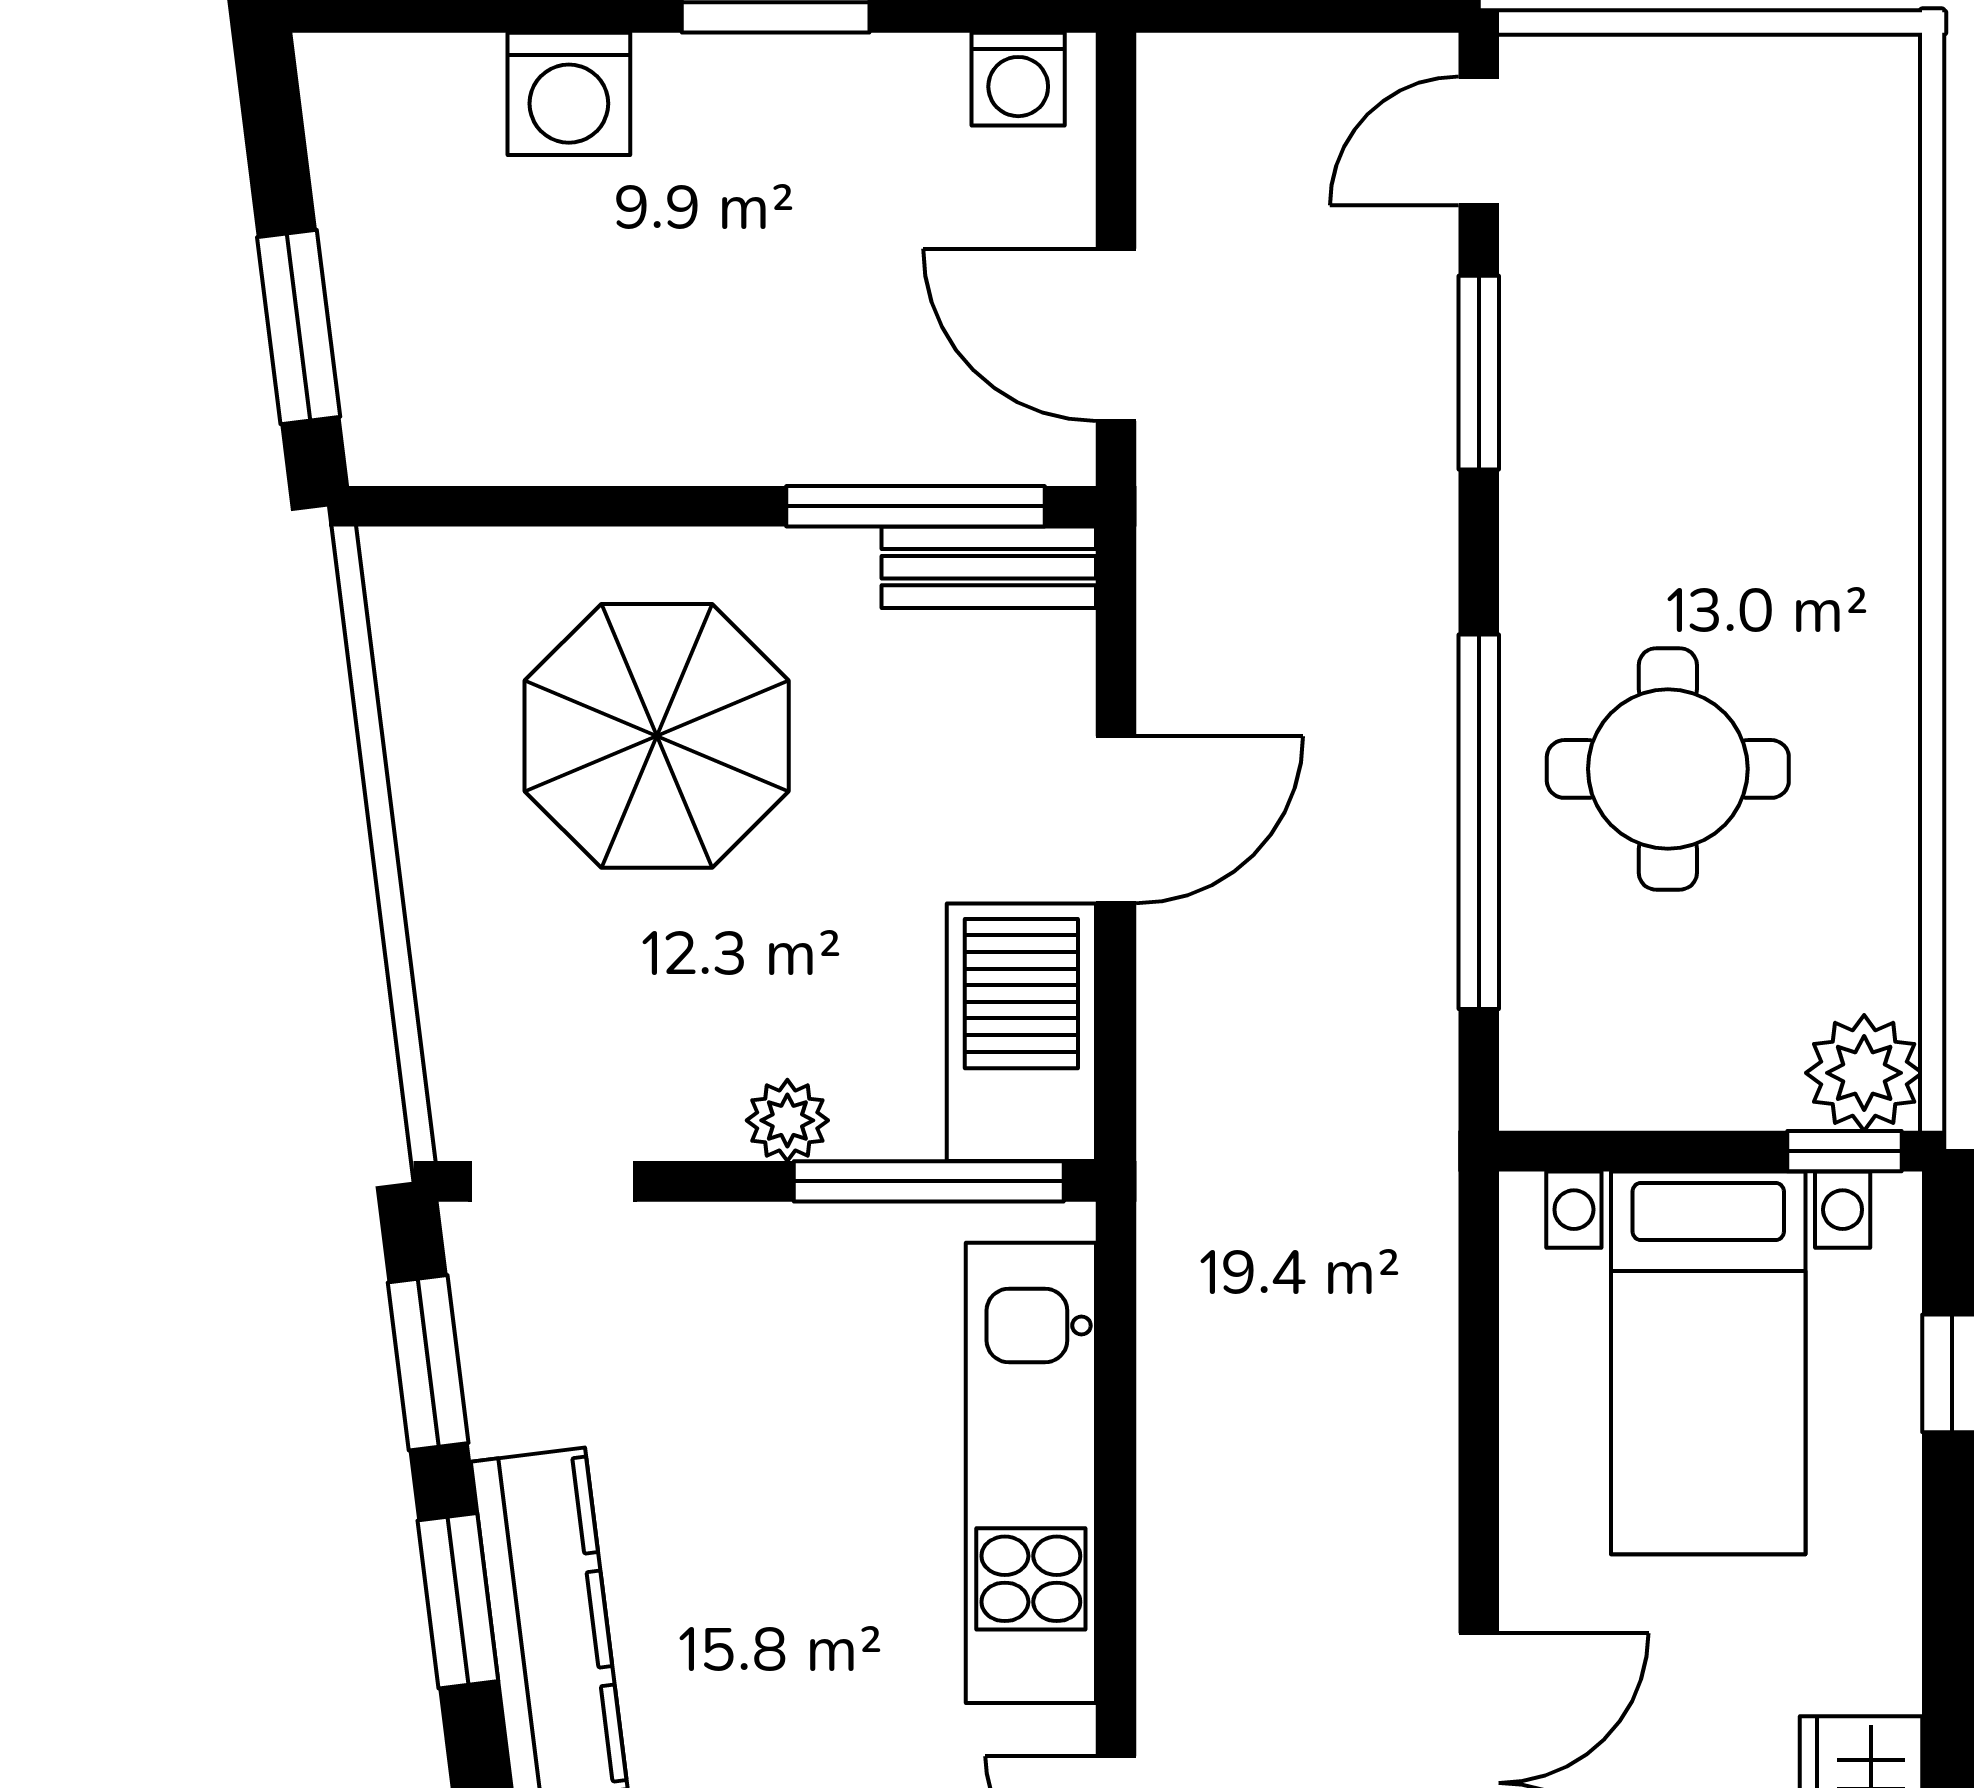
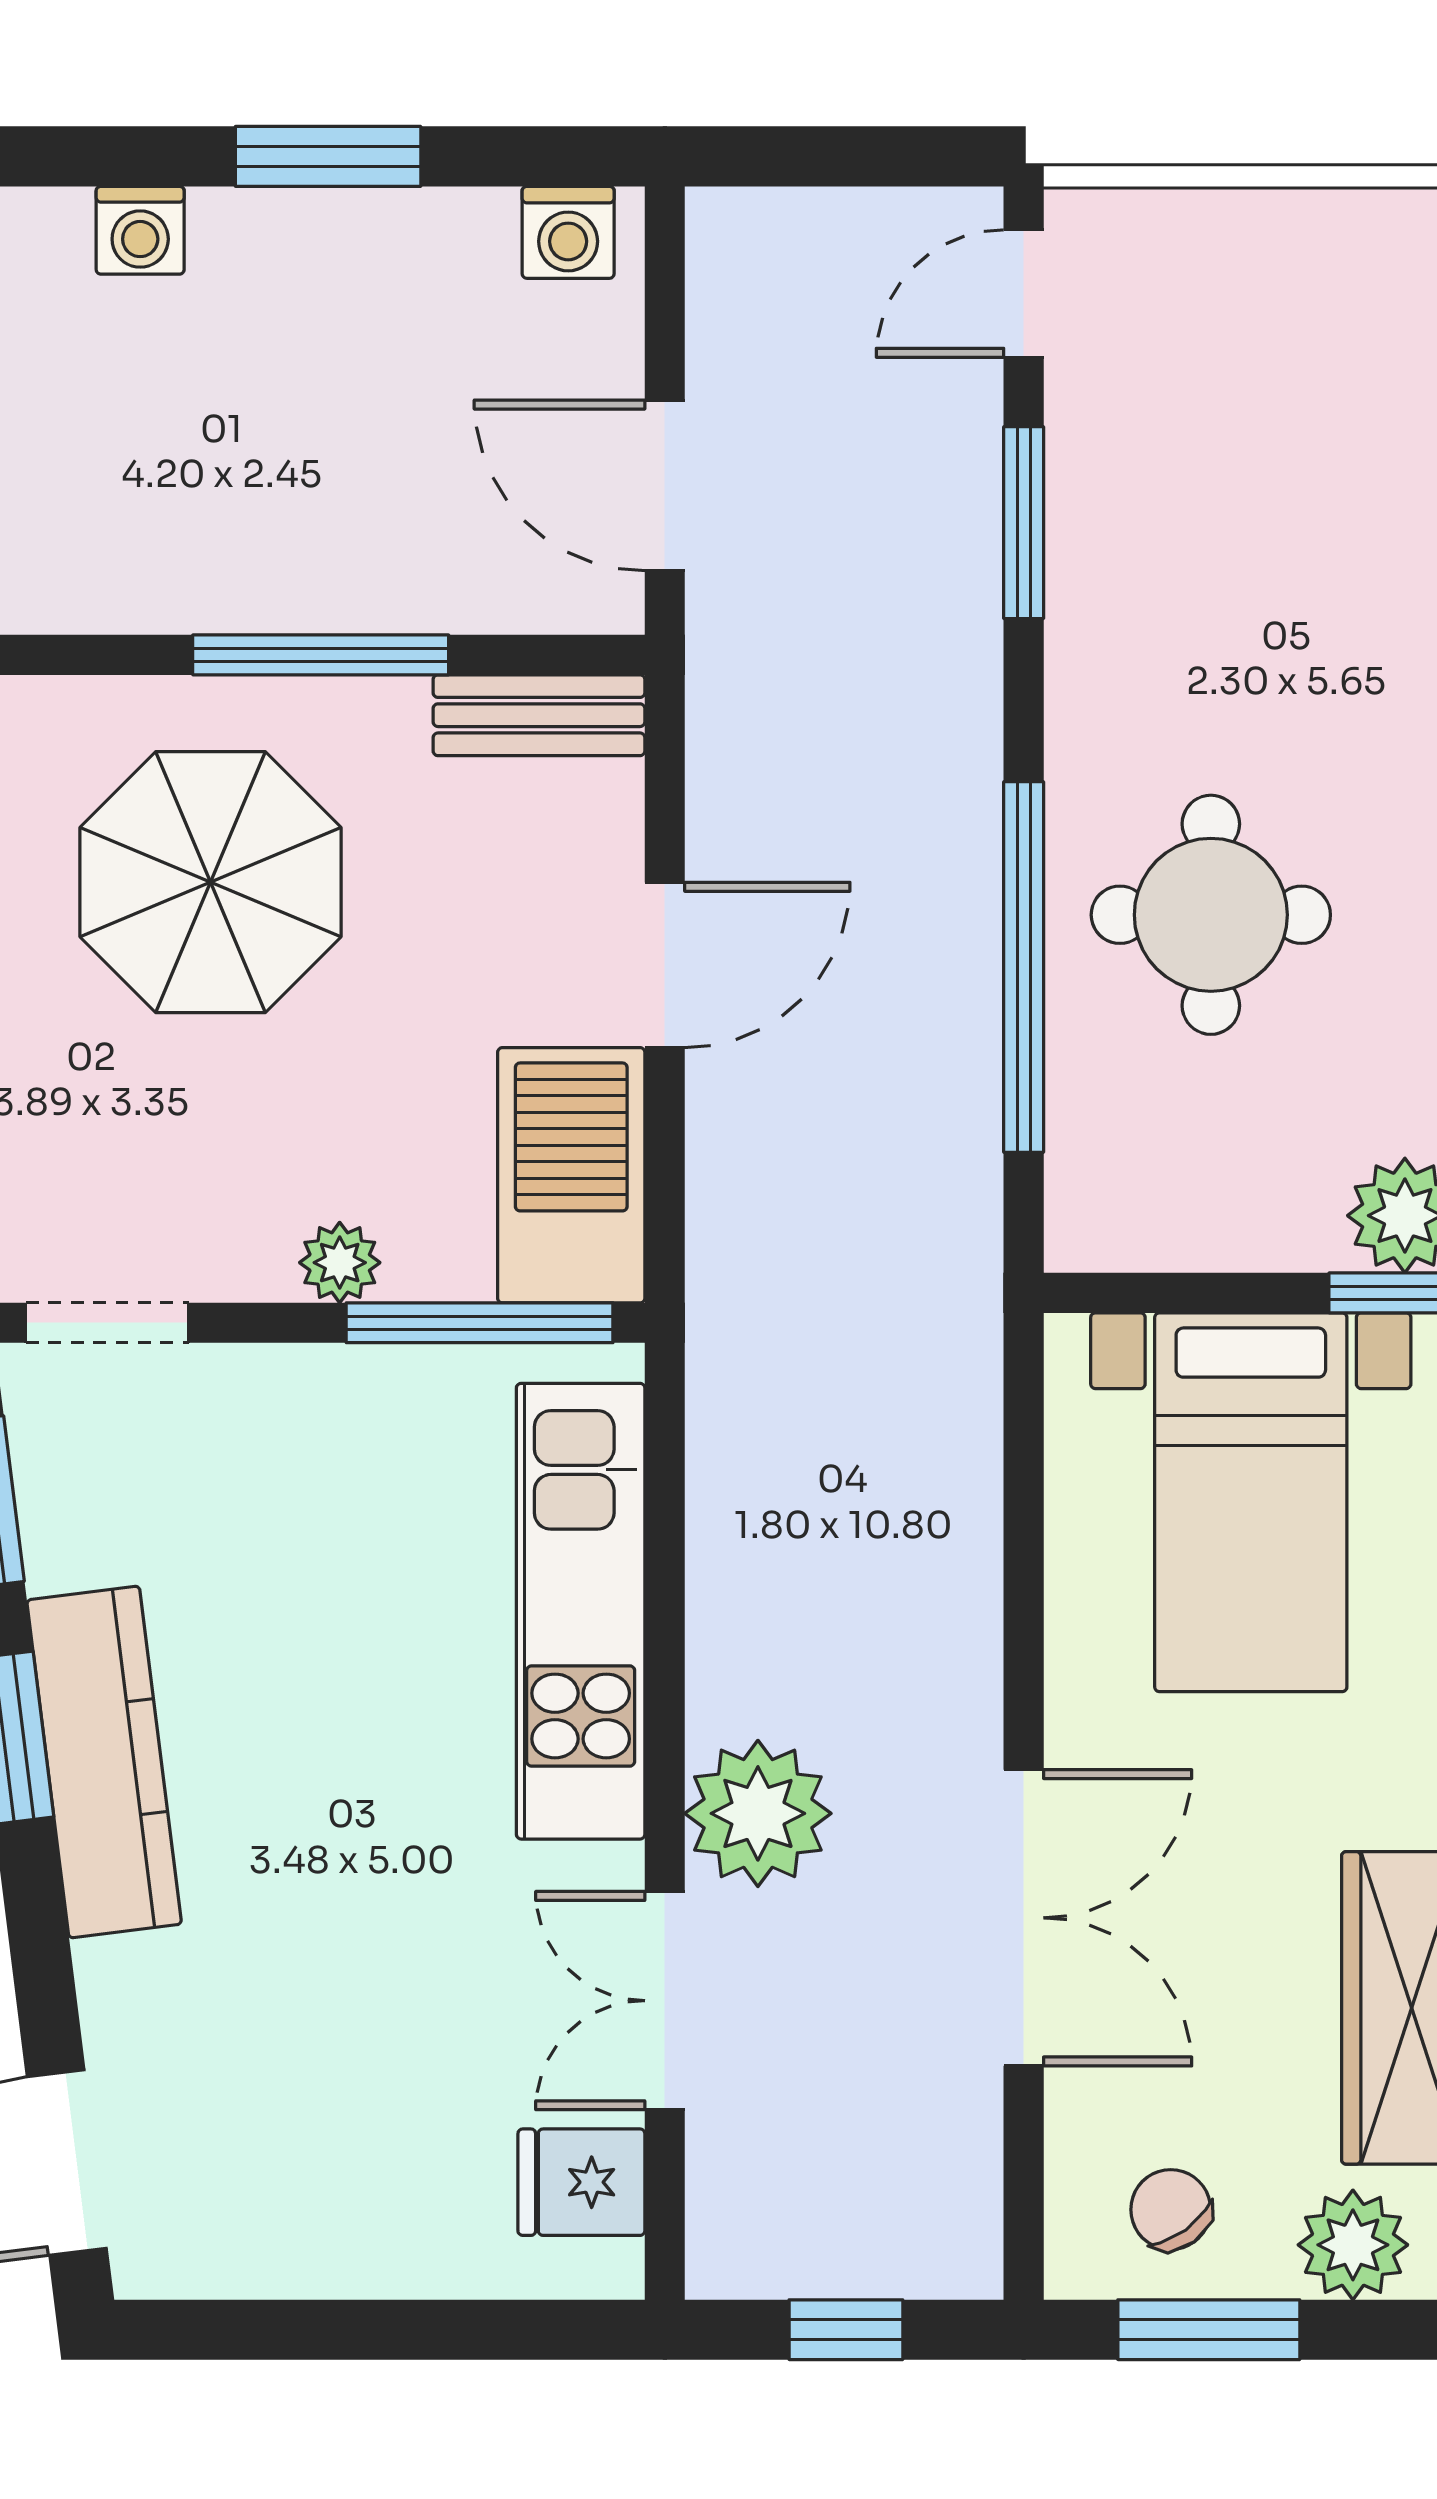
washing machine: (569, 94) -> (140, 230), width x0.73, depth x0.73
window: (916, 506) -> (321, 655), moved
plant: (1210, 1677) -> (758, 1813), added

